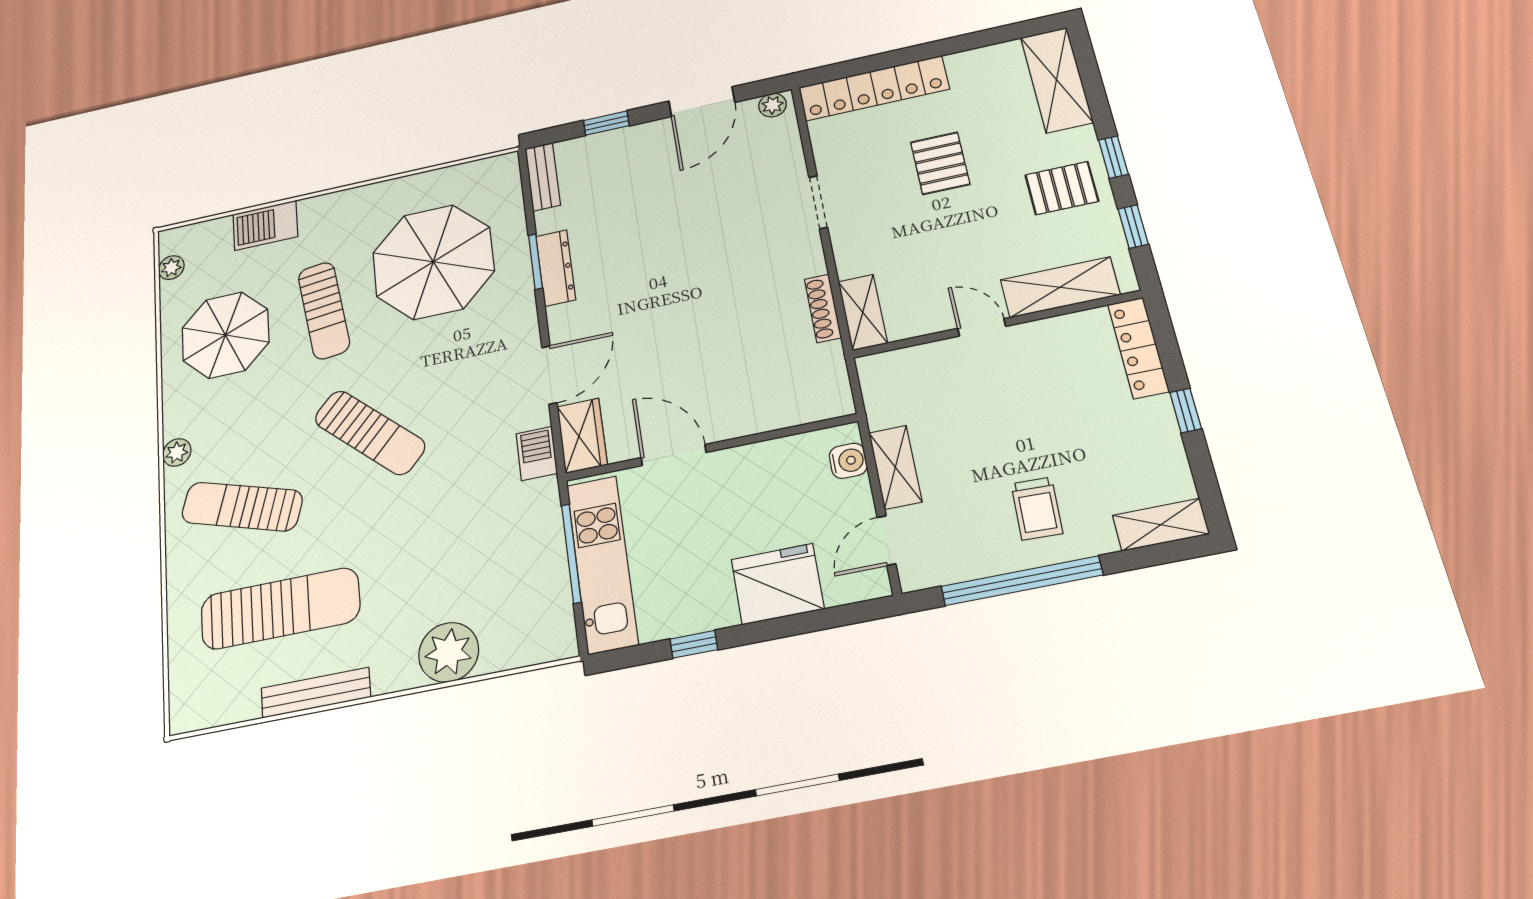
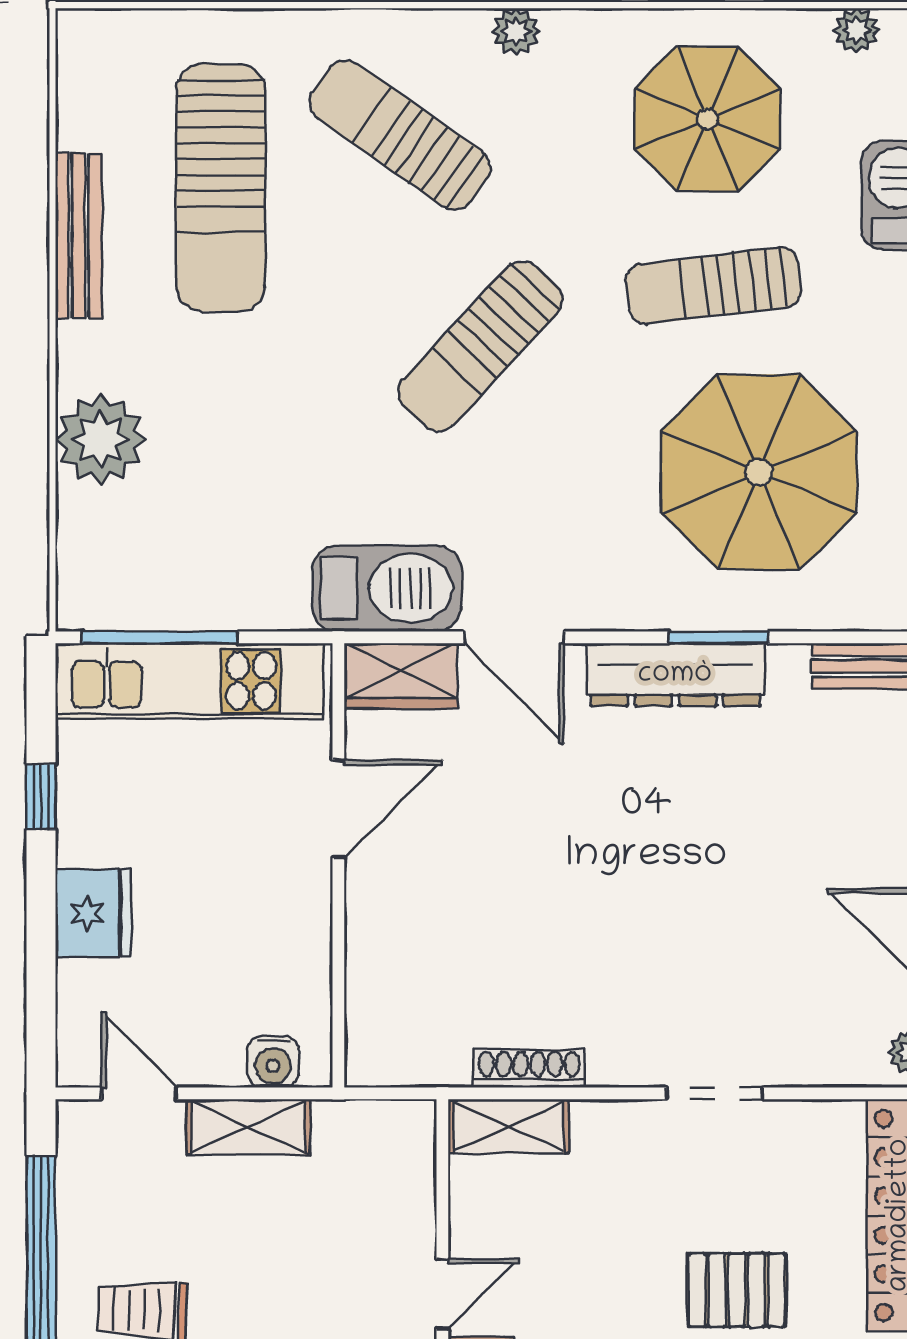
dresser: (556, 268) -> (675, 675), width x1.37, depth x1.24
barbecue: (537, 453) -> (387, 588), width x1.88, depth x1.53
sun lounger: (242, 507) -> (400, 135), turned -72
window: (571, 553) -> (160, 637), moved
fridge: (778, 584) -> (93, 913), width x0.73, depth x0.75

